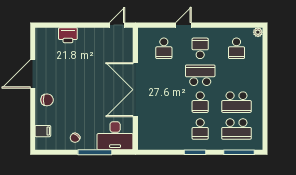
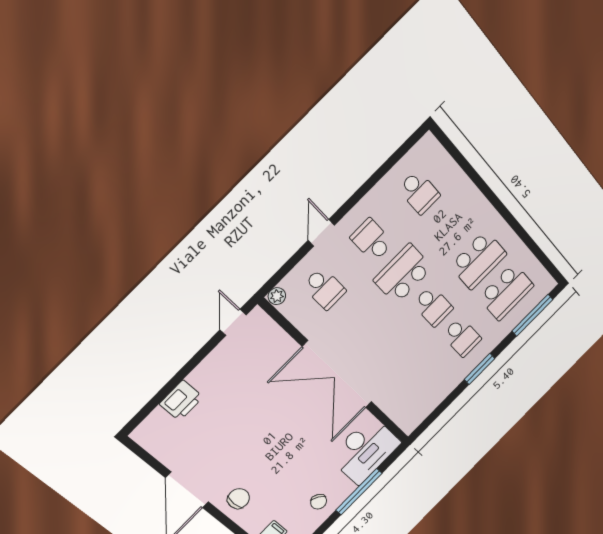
plant: (258, 32) -> (277, 296), moved

